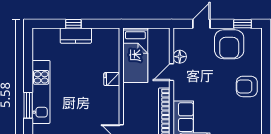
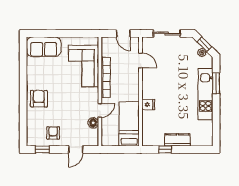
window: (73, 24) -> (165, 149), moved
armchair: (229, 44) -> (53, 133), width x0.53, depth x0.53
armchair: (247, 86) -> (39, 99), turned -90

